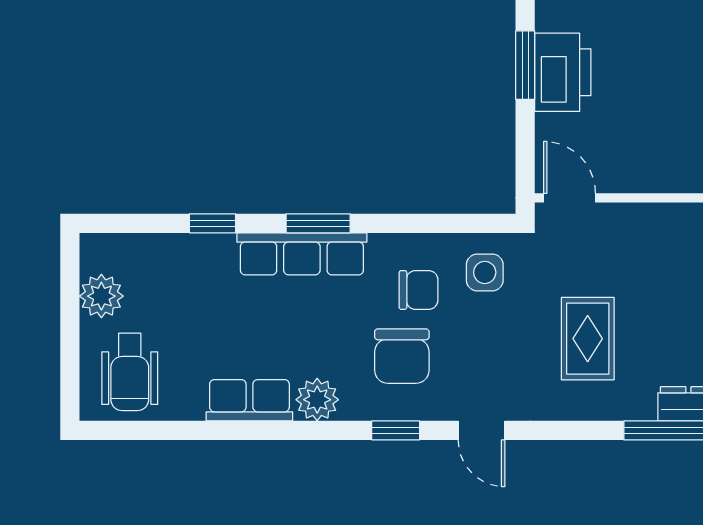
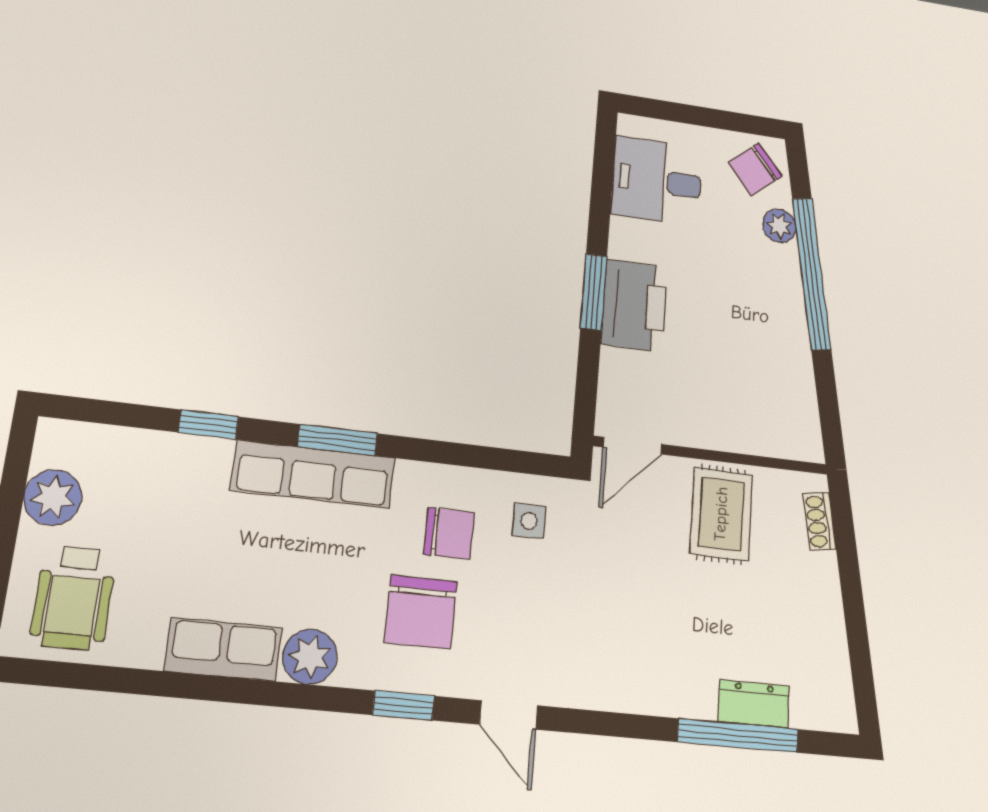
door: (570, 198) -> (632, 446), swing flipped
side table: (485, 272) -> (529, 521), width x0.73, depth x0.73
rug: (588, 339) -> (721, 514), moved

